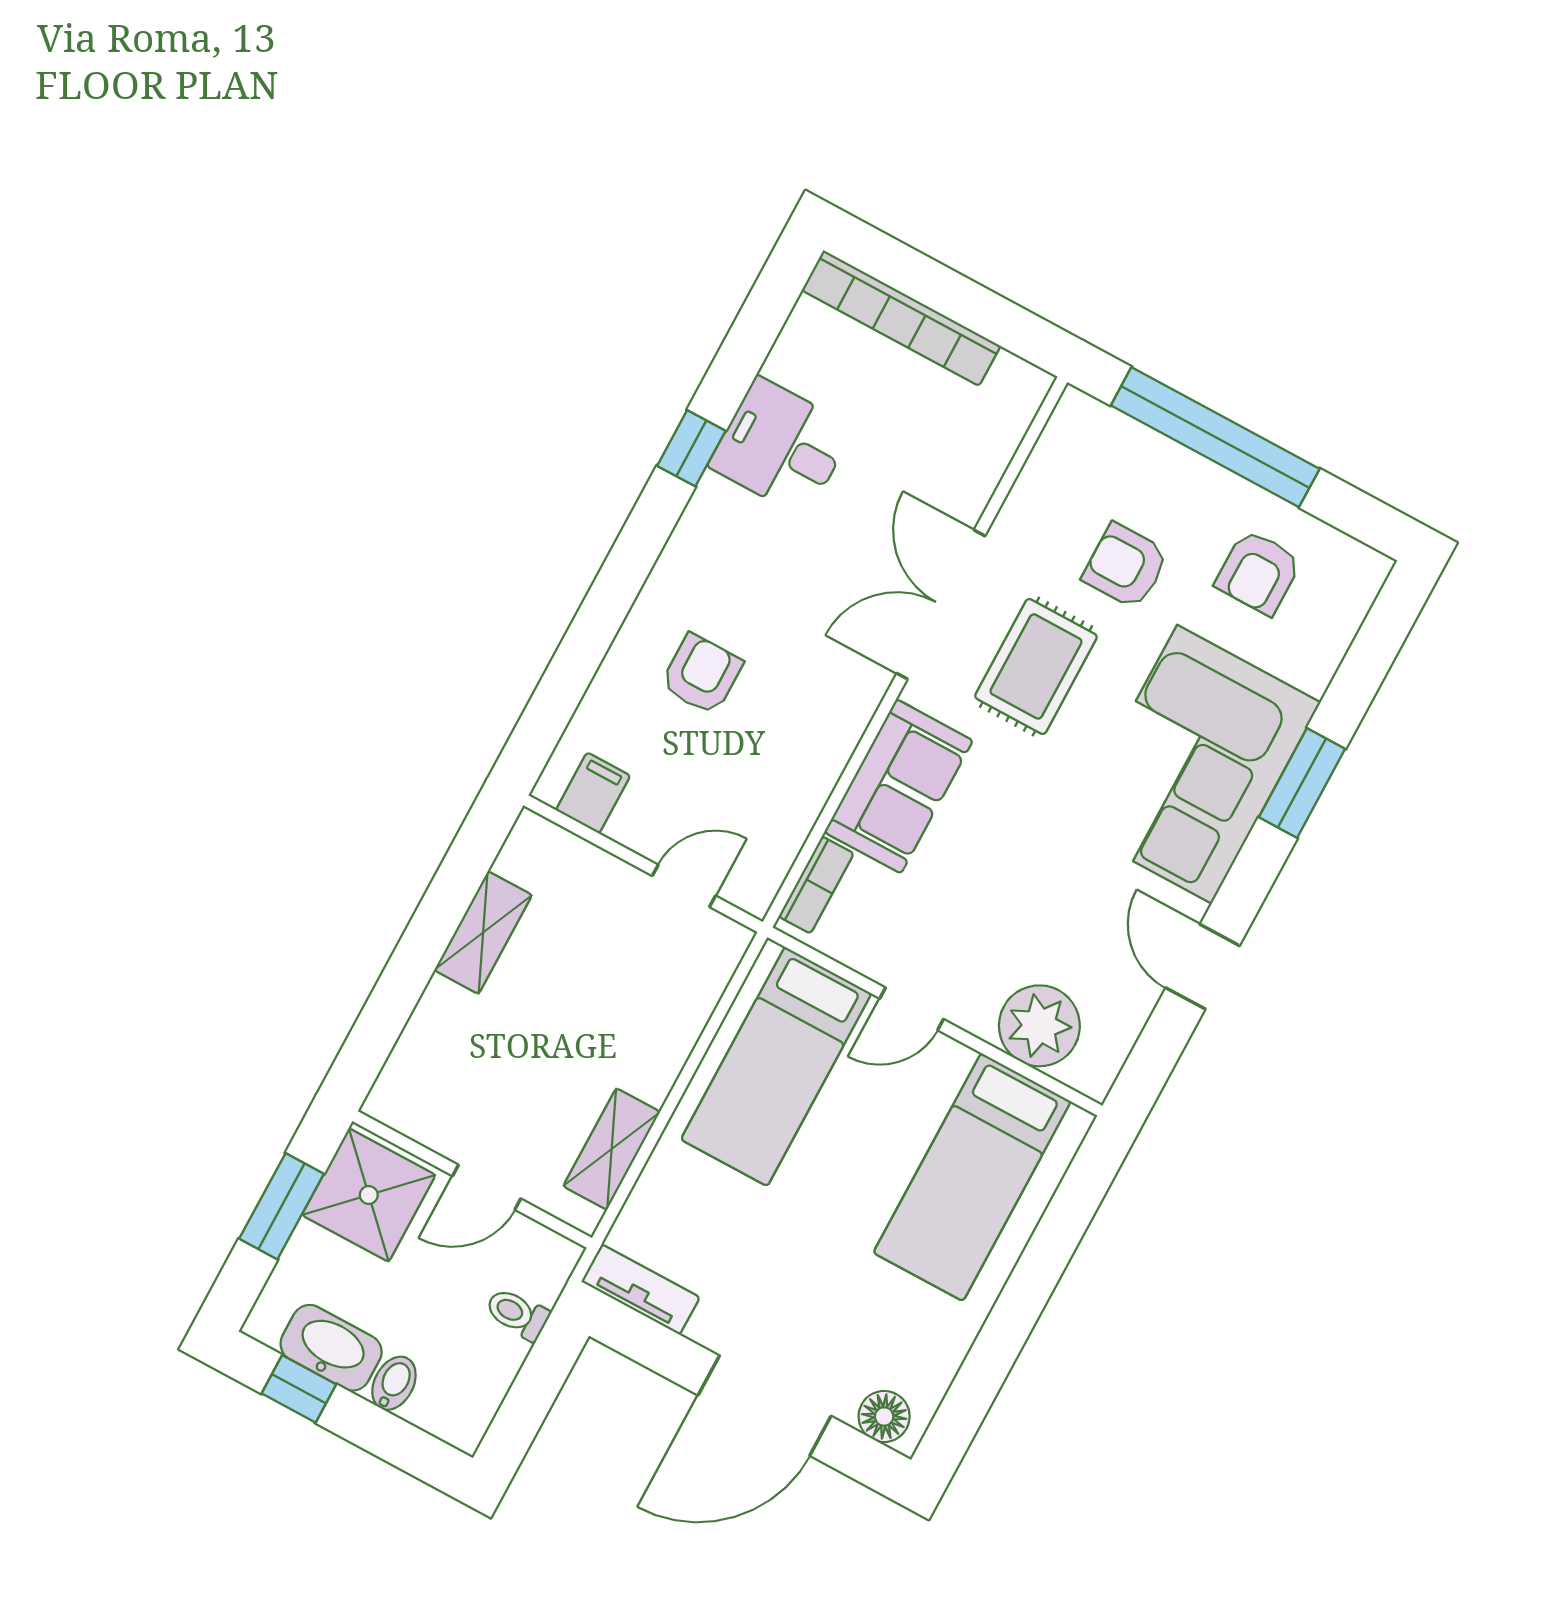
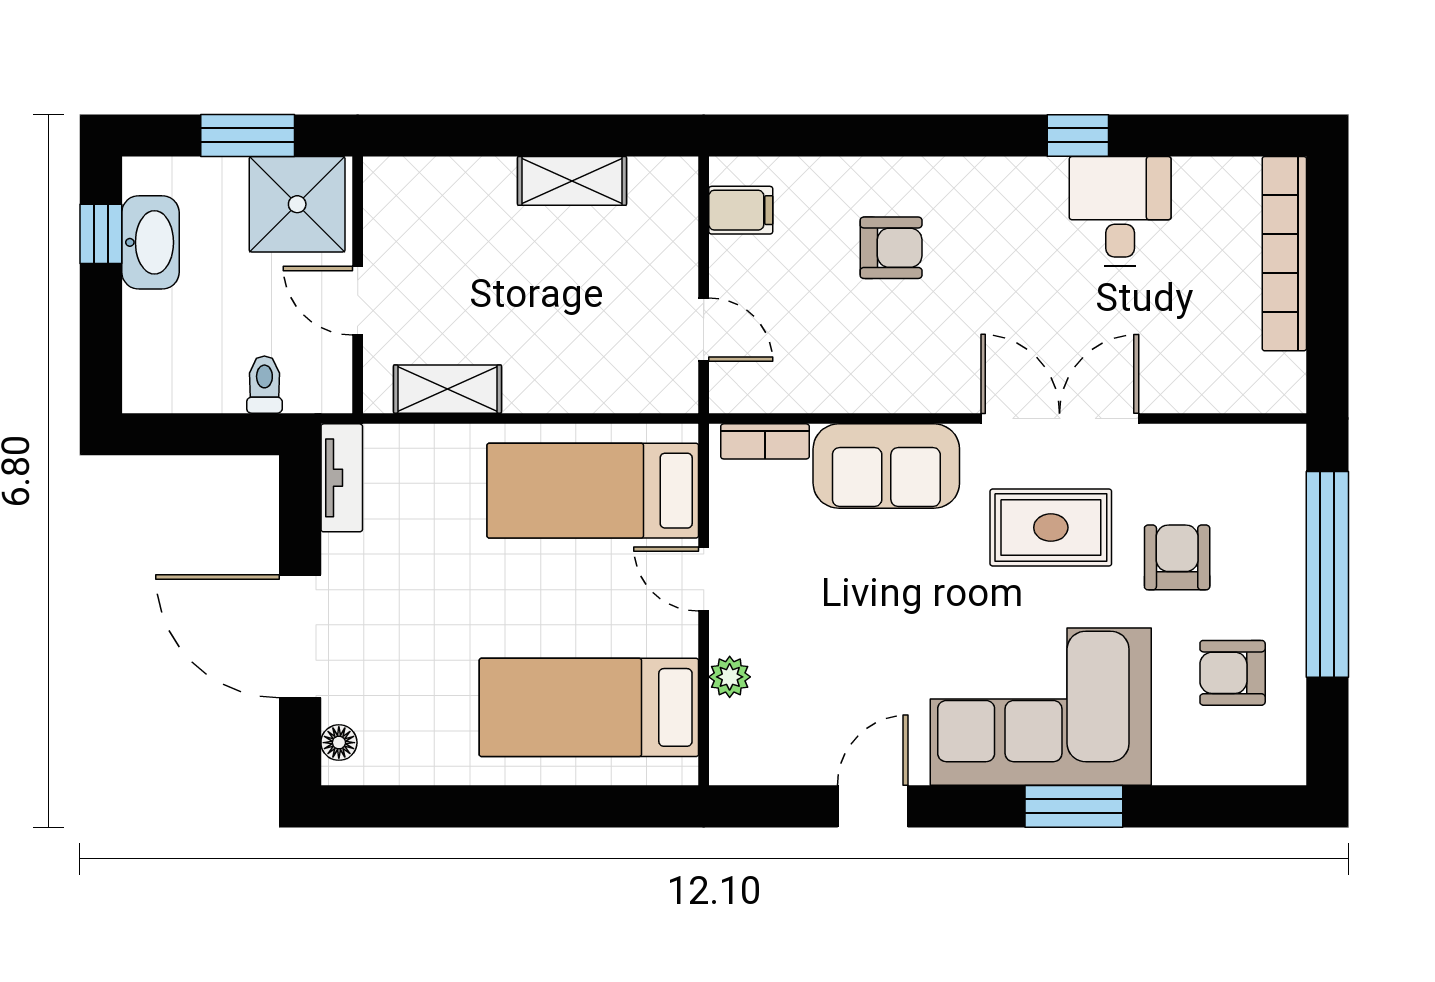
plant: (1039, 1026) -> (730, 677), width x0.53, depth x0.53
bidet: (394, 1383) -> (149, 312), removed
floor lamp: (884, 1416) -> (339, 743), width x0.73, depth x0.73

